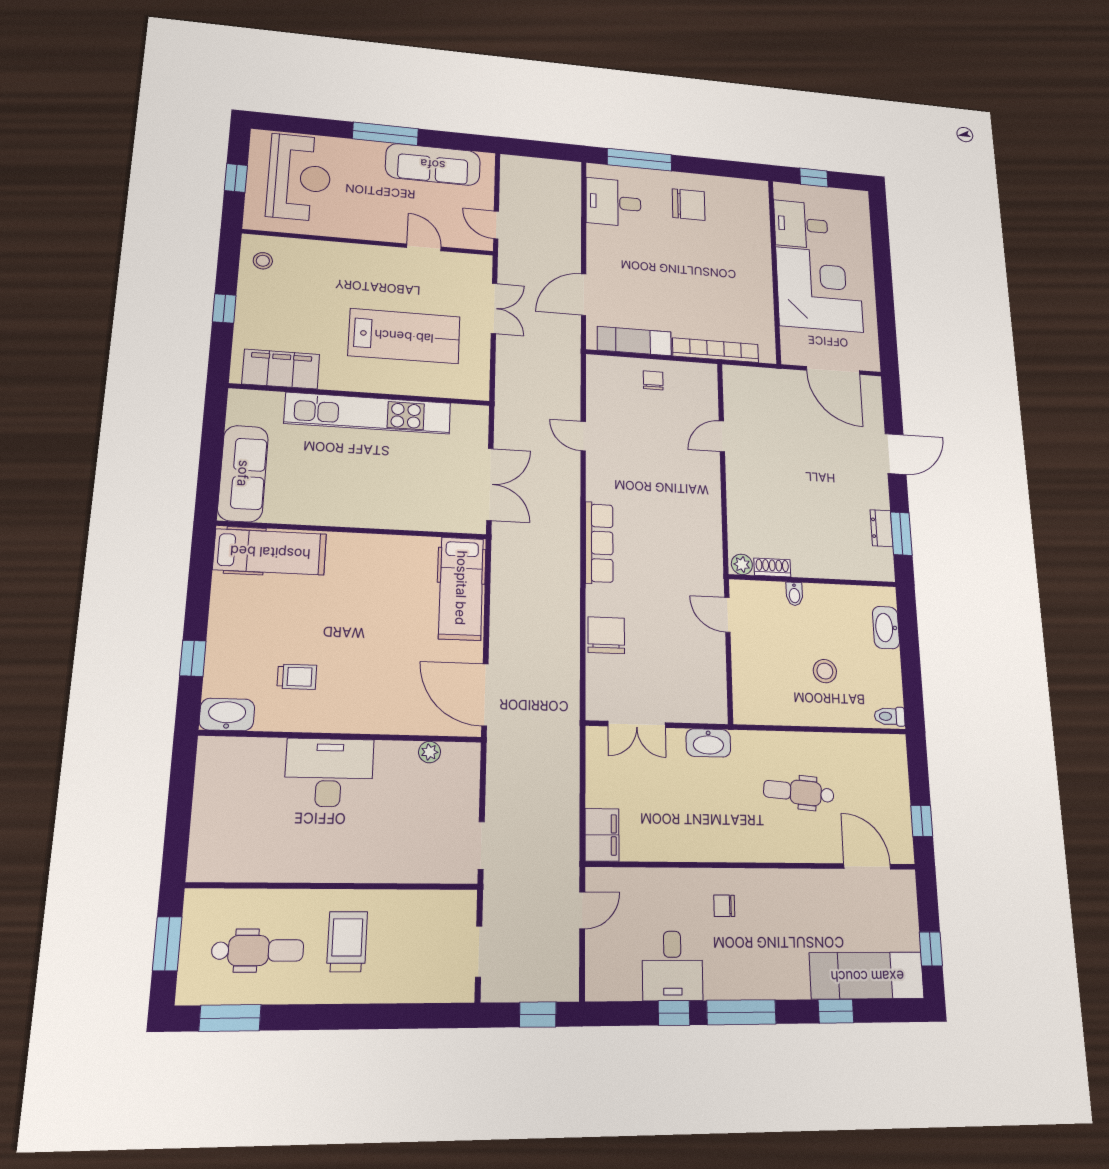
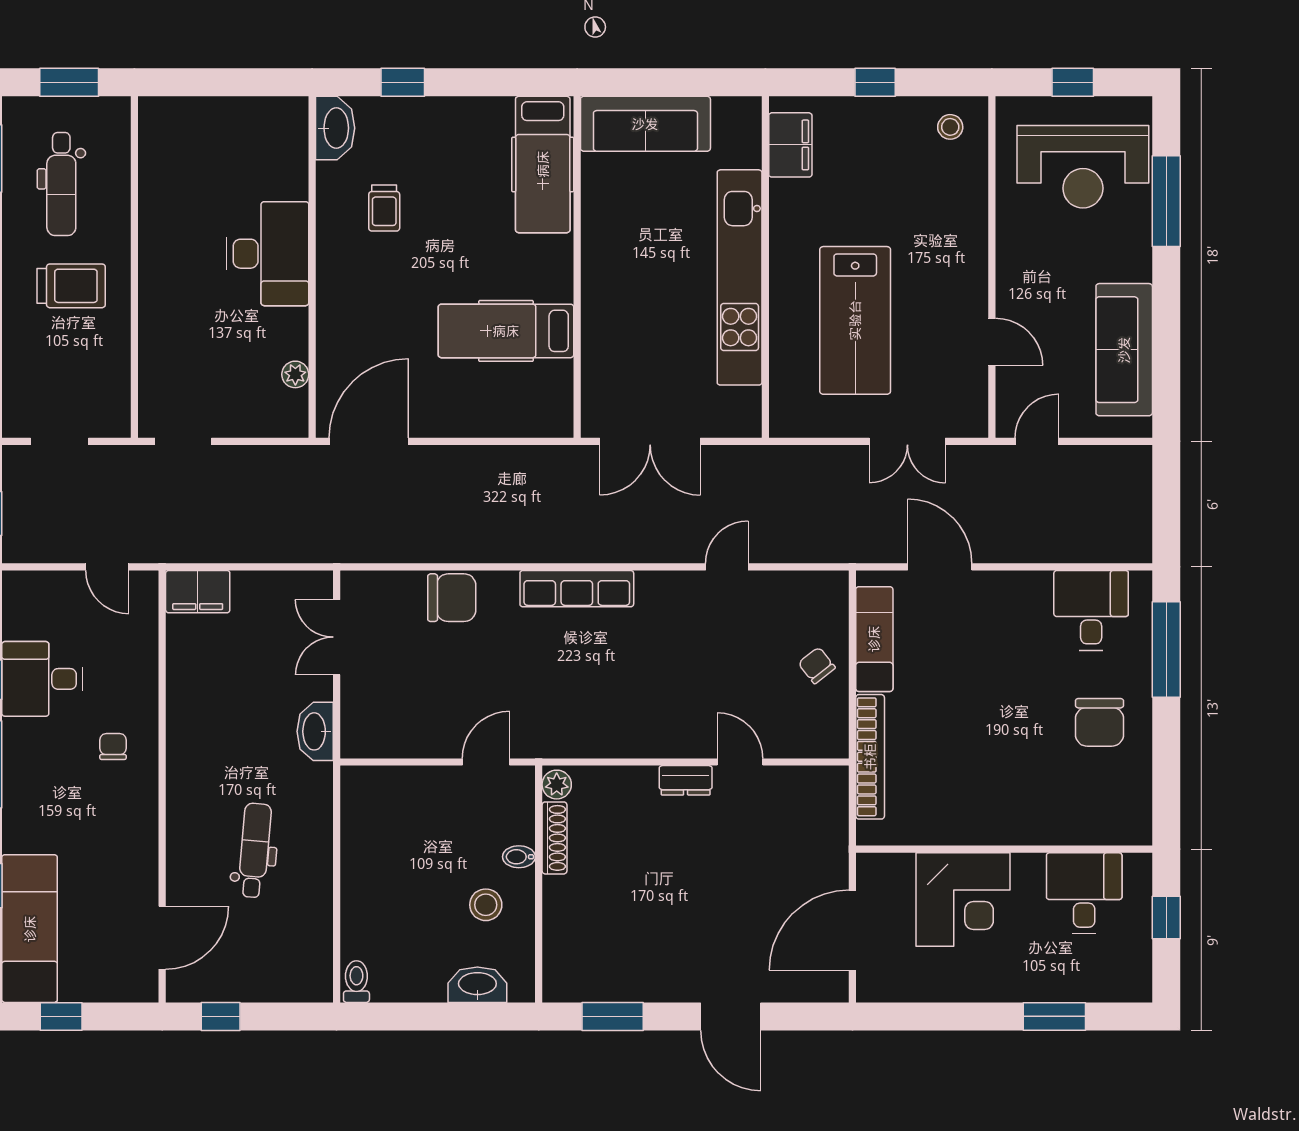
window: (385, 134) -> (1166, 201), moved
door: (424, 247) -> (992, 342), hinge flipped
window: (881, 250) -> (1054, 1016), added
corner desk: (819, 289) -> (963, 900), width x0.74, depth x0.74
filing cabinet: (281, 369) -> (790, 145), width x0.67, depth x0.86
chair: (653, 380) -> (817, 665), turned -128
dresser: (881, 528) -> (686, 780), moved, turned 180
shoe rack: (772, 567) -> (554, 838), width x1.43
hospital bed: (461, 588) -> (506, 331), moved
stool: (825, 671) -> (486, 905), moved

